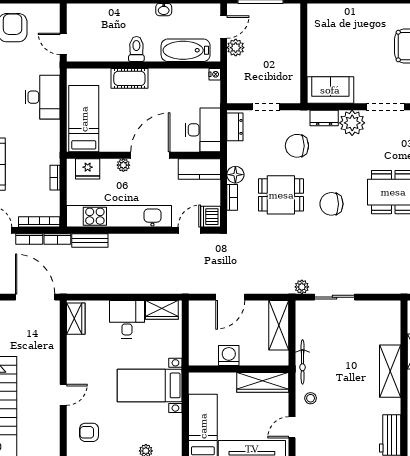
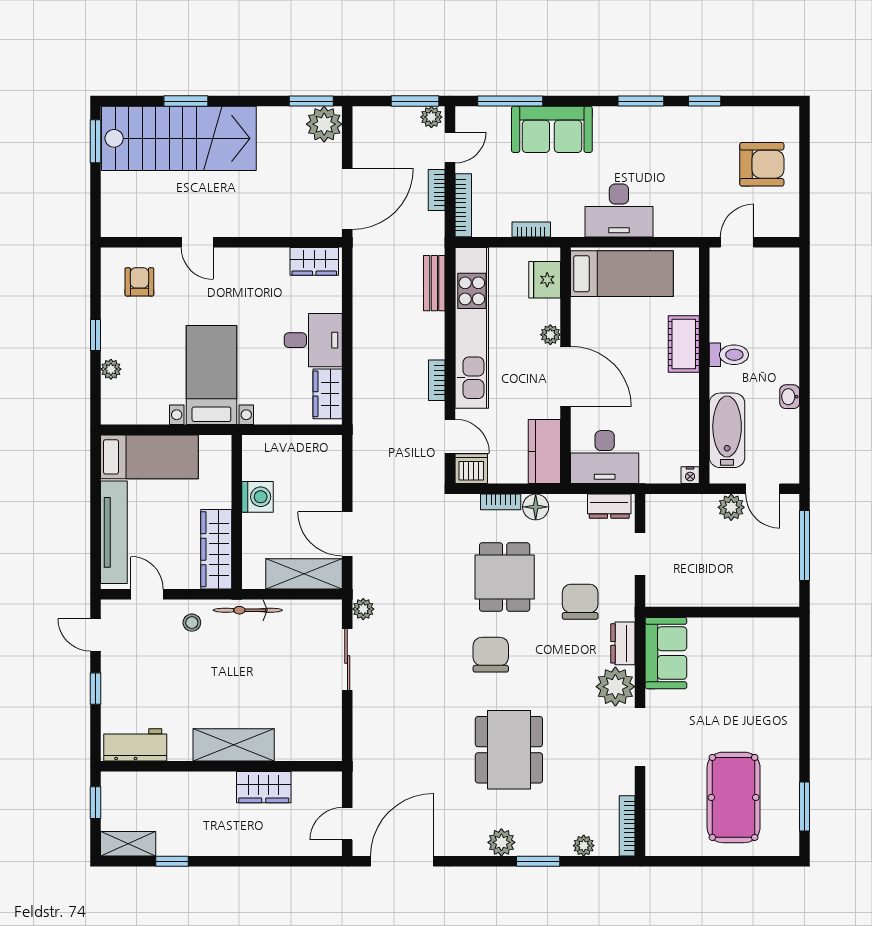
desk: (43, 97) -> (619, 211), moved
bookcase: (57, 239) -> (437, 380), moved
door: (230, 297) -> (347, 534), moved

